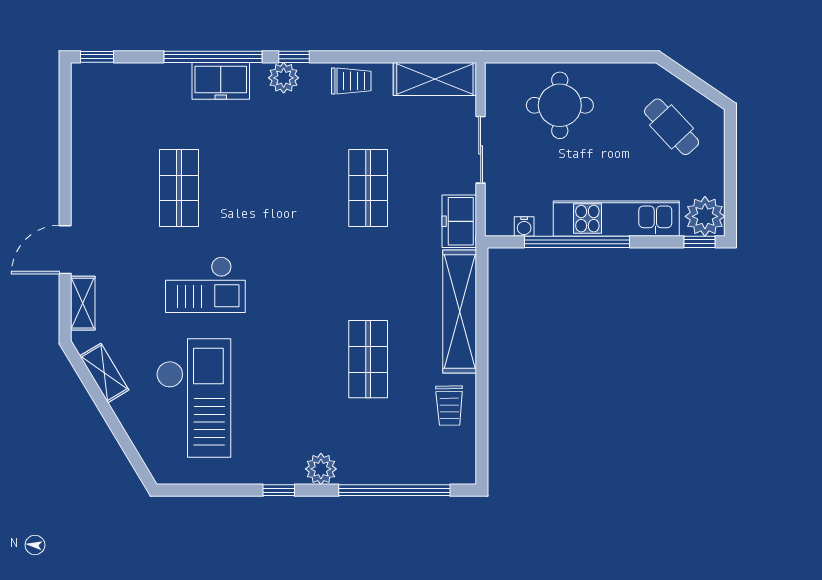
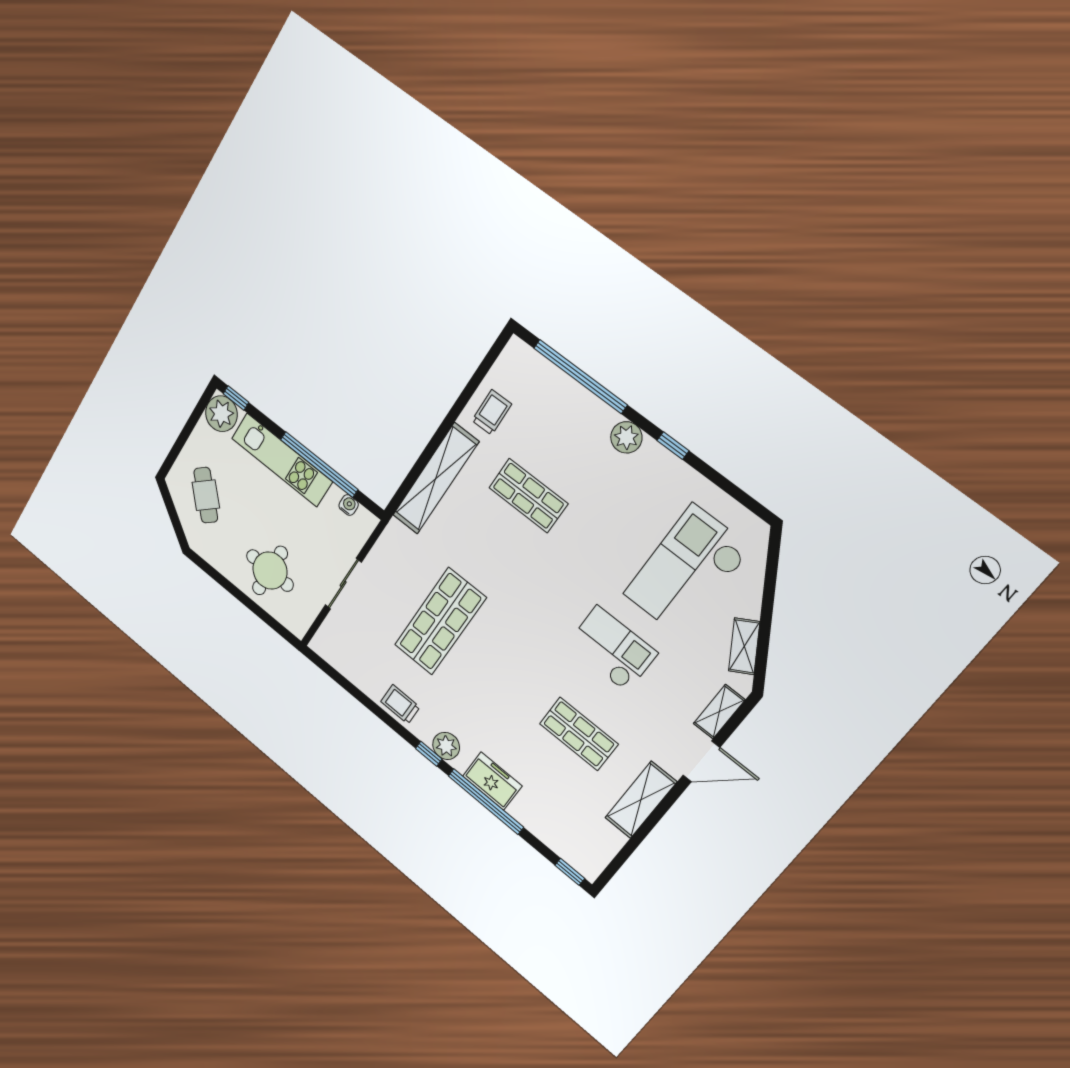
shelving: (435, 79) -> (641, 800), moved, turned 90
shop shelf: (179, 188) -> (579, 734), turned 90
shop shelf: (368, 188) -> (440, 621), width x1.43, depth x1.36
freezer: (459, 221) -> (392, 545), removed
shop shelf: (368, 359) -> (528, 496), turned 90

